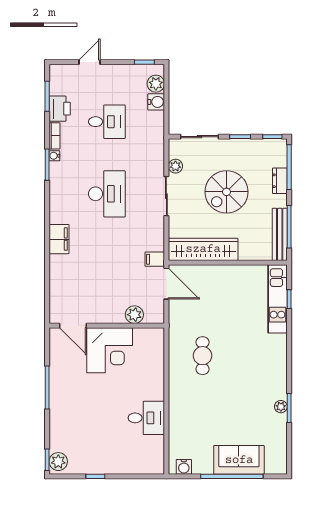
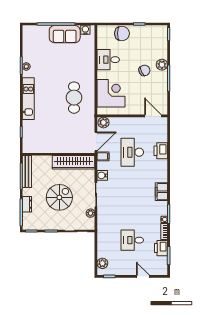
door: (90, 62) -> (143, 276), swing flipped
water cooler: (156, 102) -> (102, 175), moved
desk: (107, 194) -> (132, 152), moved
filing cabinet: (59, 239) -> (161, 192), moved
printer: (60, 268) -> (161, 151), added
door: (166, 284) -> (96, 142), swing flipped
kitchen unit: (277, 299) -> (28, 99), moved
plant: (134, 315) -> (103, 123), moved
corner desk: (110, 350) -> (111, 93), moved, turned 90
cafe table: (203, 356) -> (74, 98), width x1.37, depth x1.35
chair: (87, 400) -> (144, 70), added
sofa: (239, 460) -> (65, 34), moved
chair: (124, 461) -> (122, 33), added
plant: (58, 462) -> (162, 65), moved

